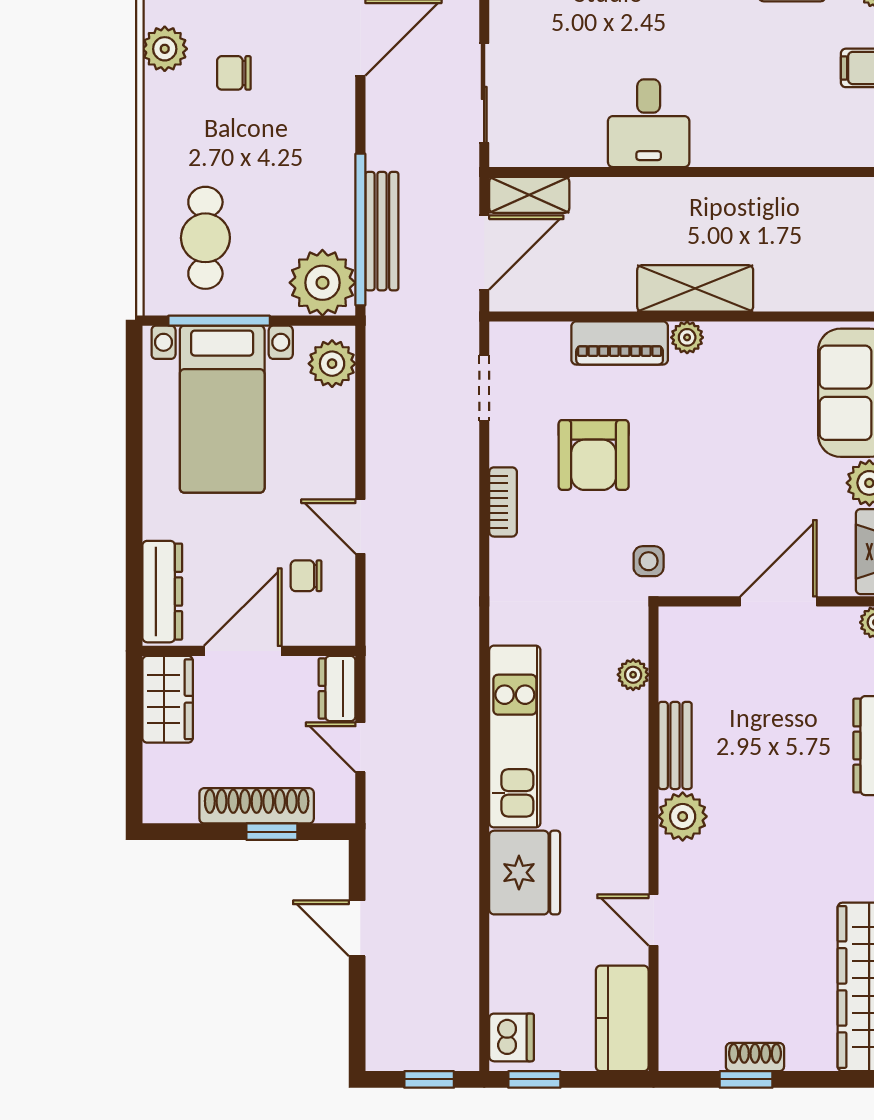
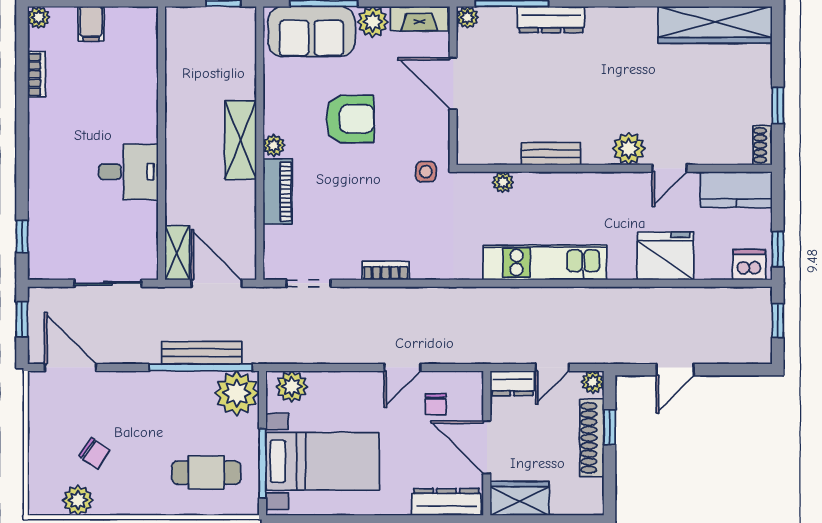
chair: (234, 73) -> (94, 453), turned -55
armchair: (594, 455) -> (350, 119), moved
plant: (339, 807) -> (593, 382), added
plant: (683, 816) -> (629, 149), moved
fridge: (525, 873) -> (665, 256), moved
shoe rack: (755, 1057) -> (763, 145), moved

